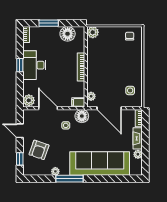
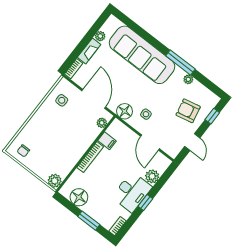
plant: (29, 100) -> (152, 176), moved
filing cabinet: (78, 102) -> (107, 141), moved
armchair: (39, 150) -> (188, 111), turned -121

